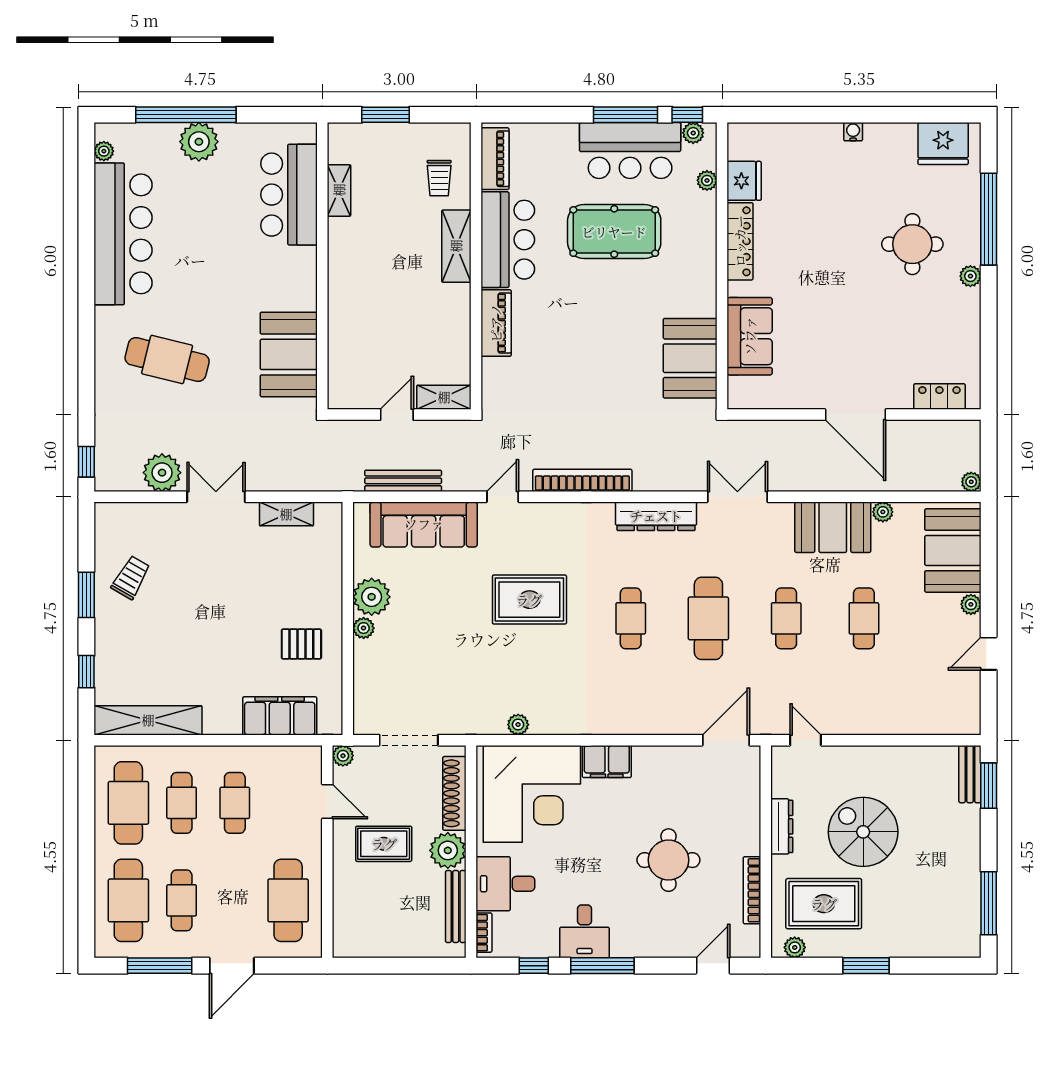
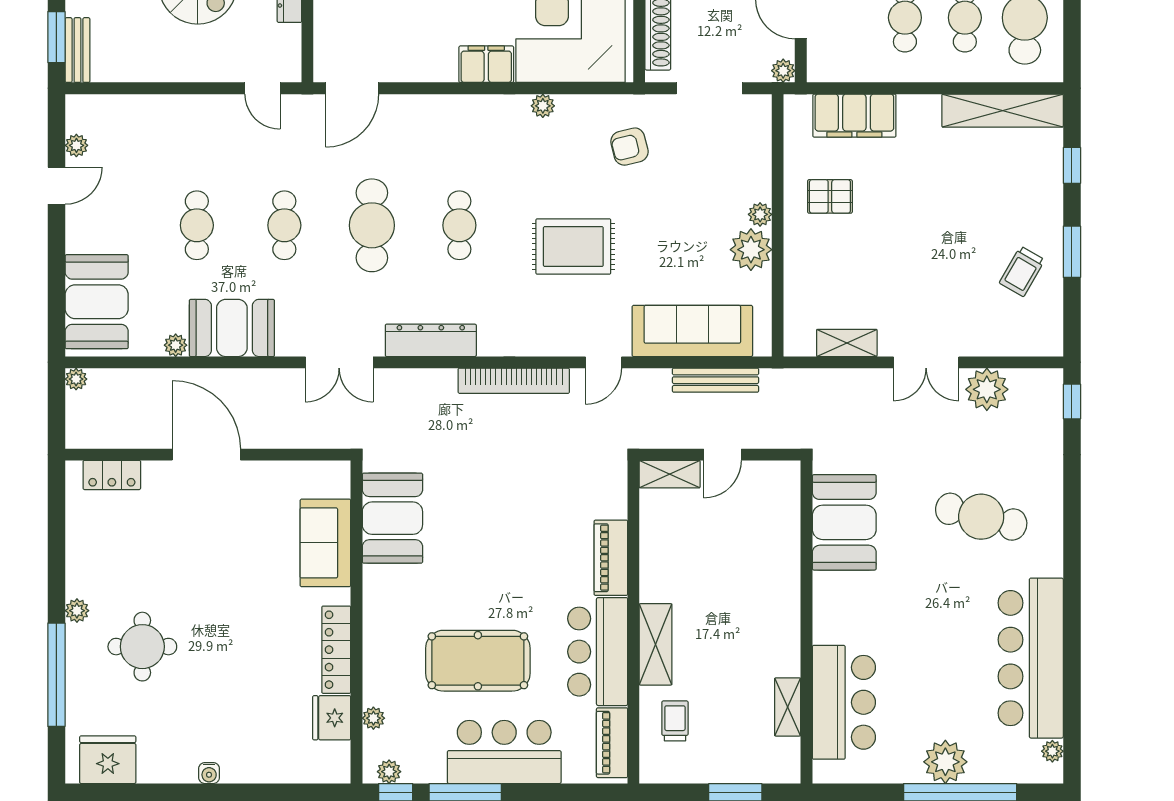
bar counter: (630, 150) -> (504, 752), moved
plant: (971, 604) -> (76, 145), moved
armchair: (480, 688) -> (629, 147), added
plant: (518, 725) -> (543, 106), moved

